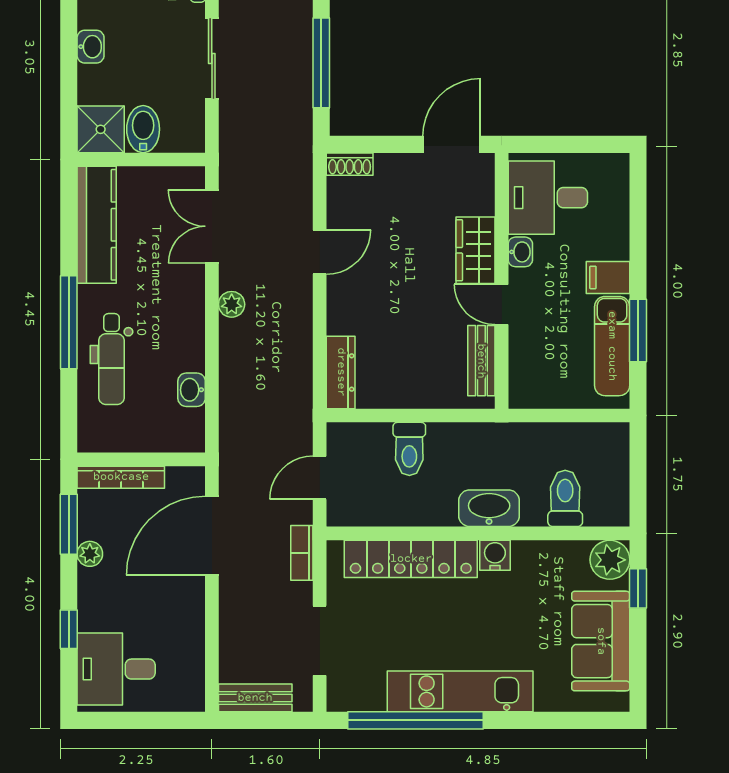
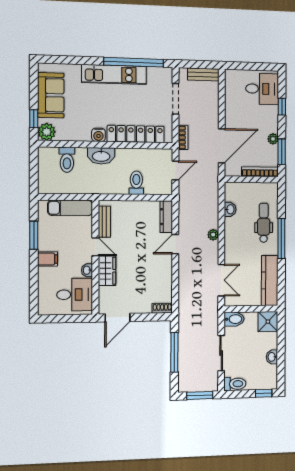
bidet: (143, 129) -> (234, 319), moved, turned -90
door: (320, 252) -> (175, 244), moved
plant: (232, 304) -> (213, 235), moved
exam couch: (612, 346) -> (70, 208), moved, turned 90

